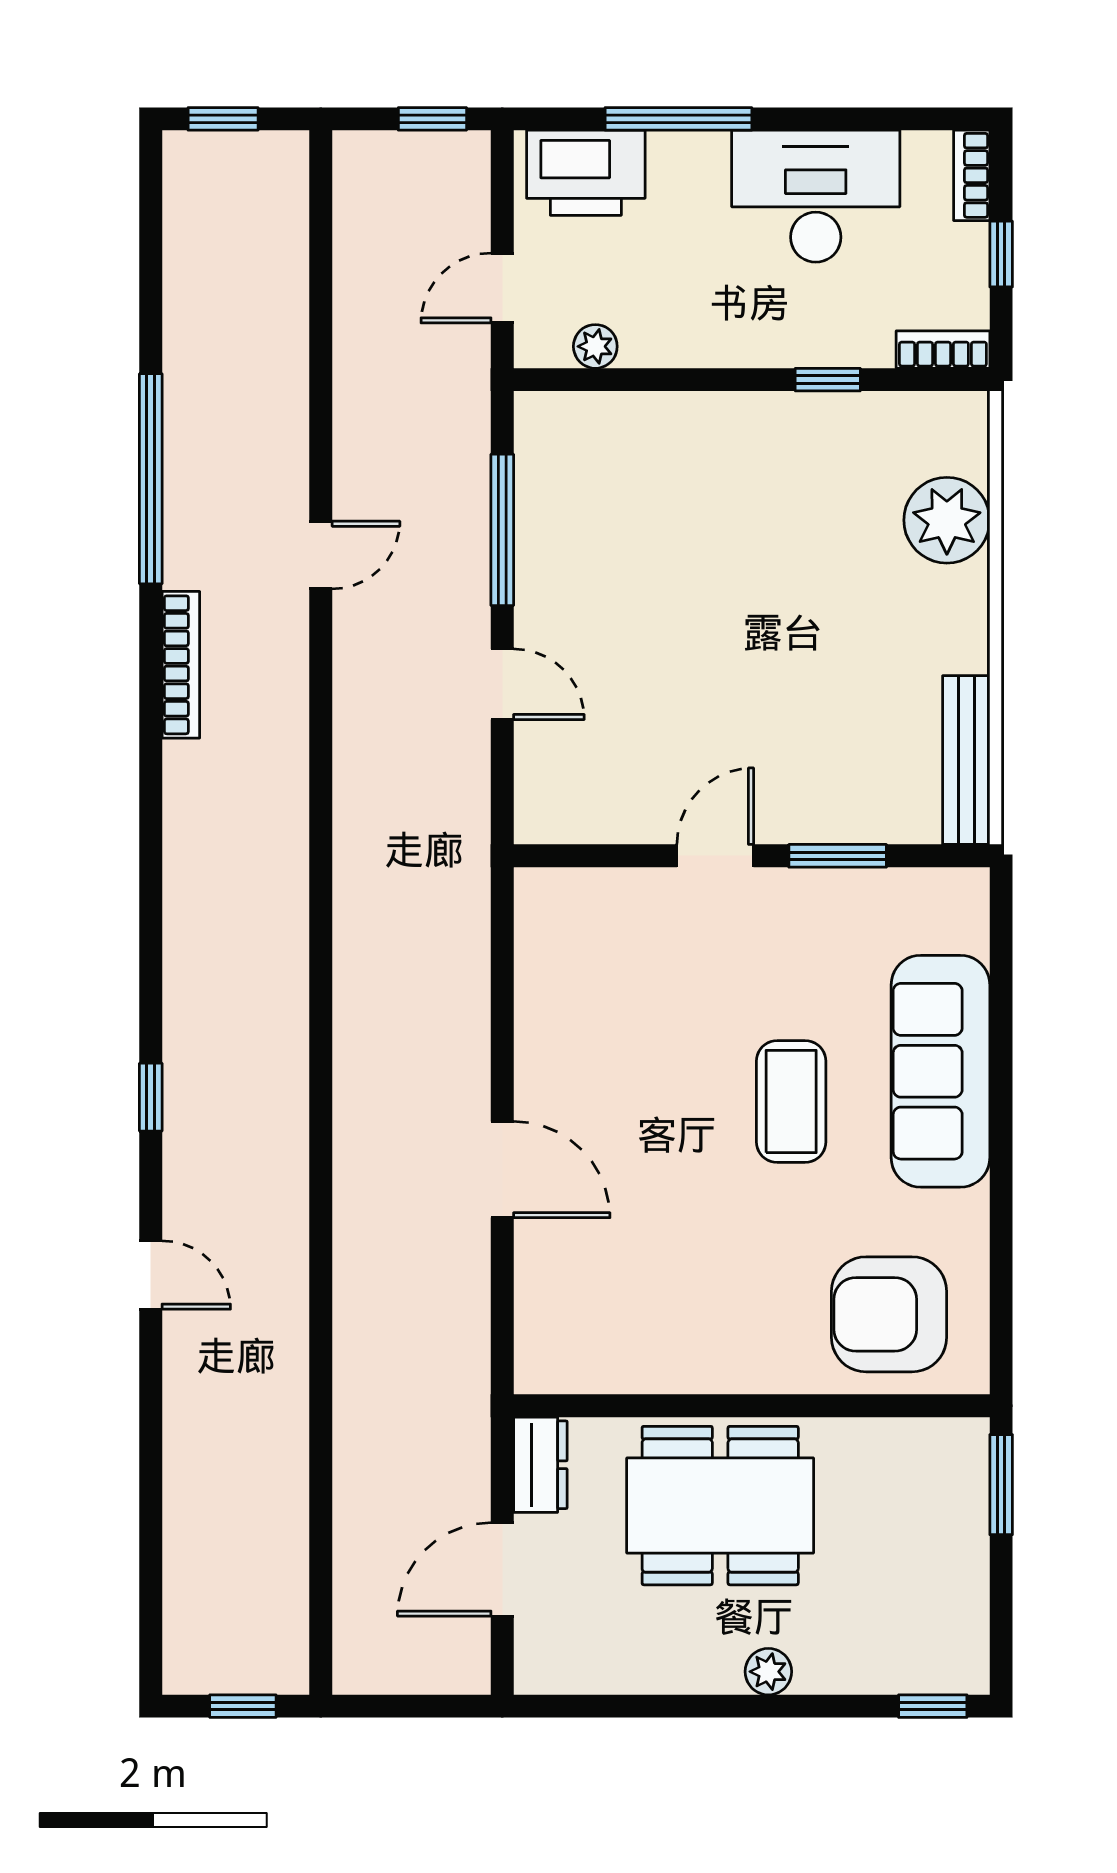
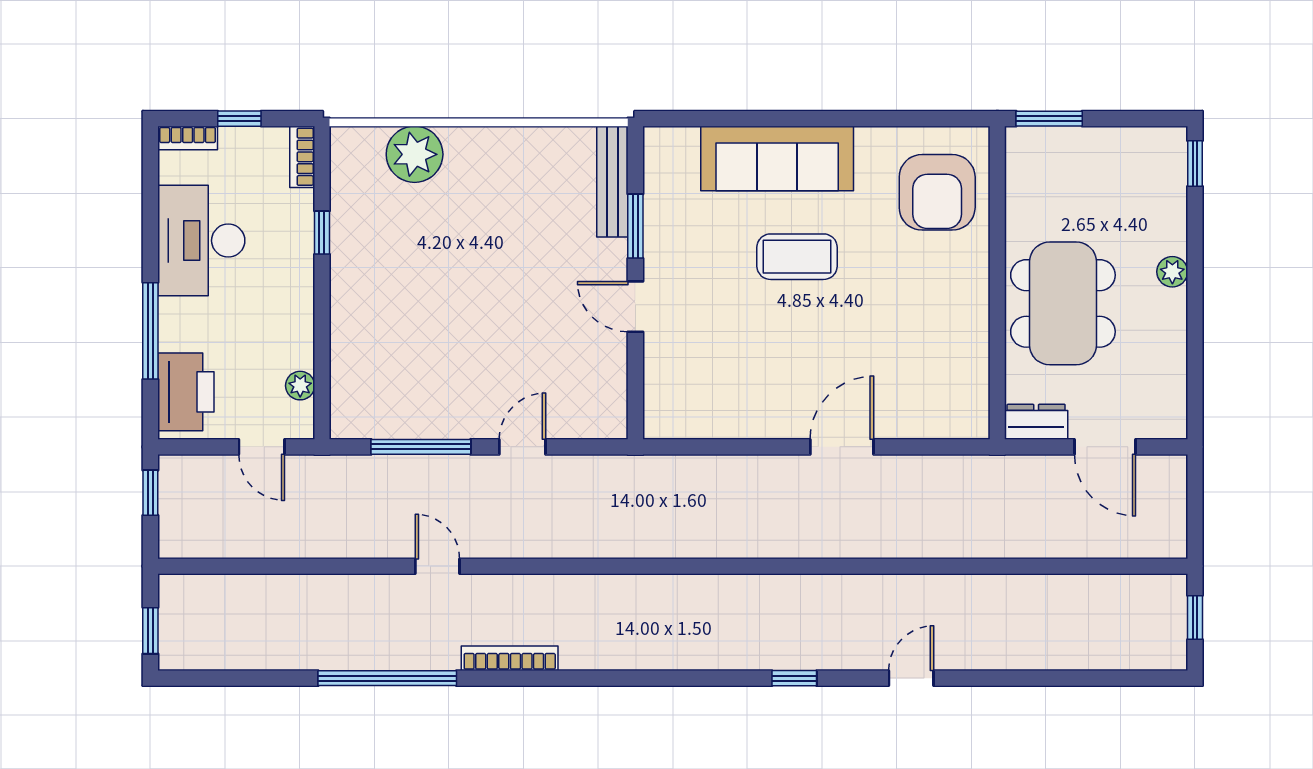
bench: (966, 760) -> (612, 182), moved, turned 90

